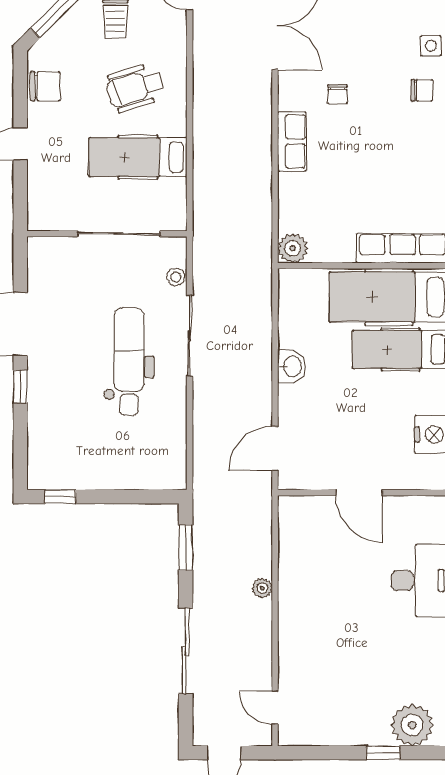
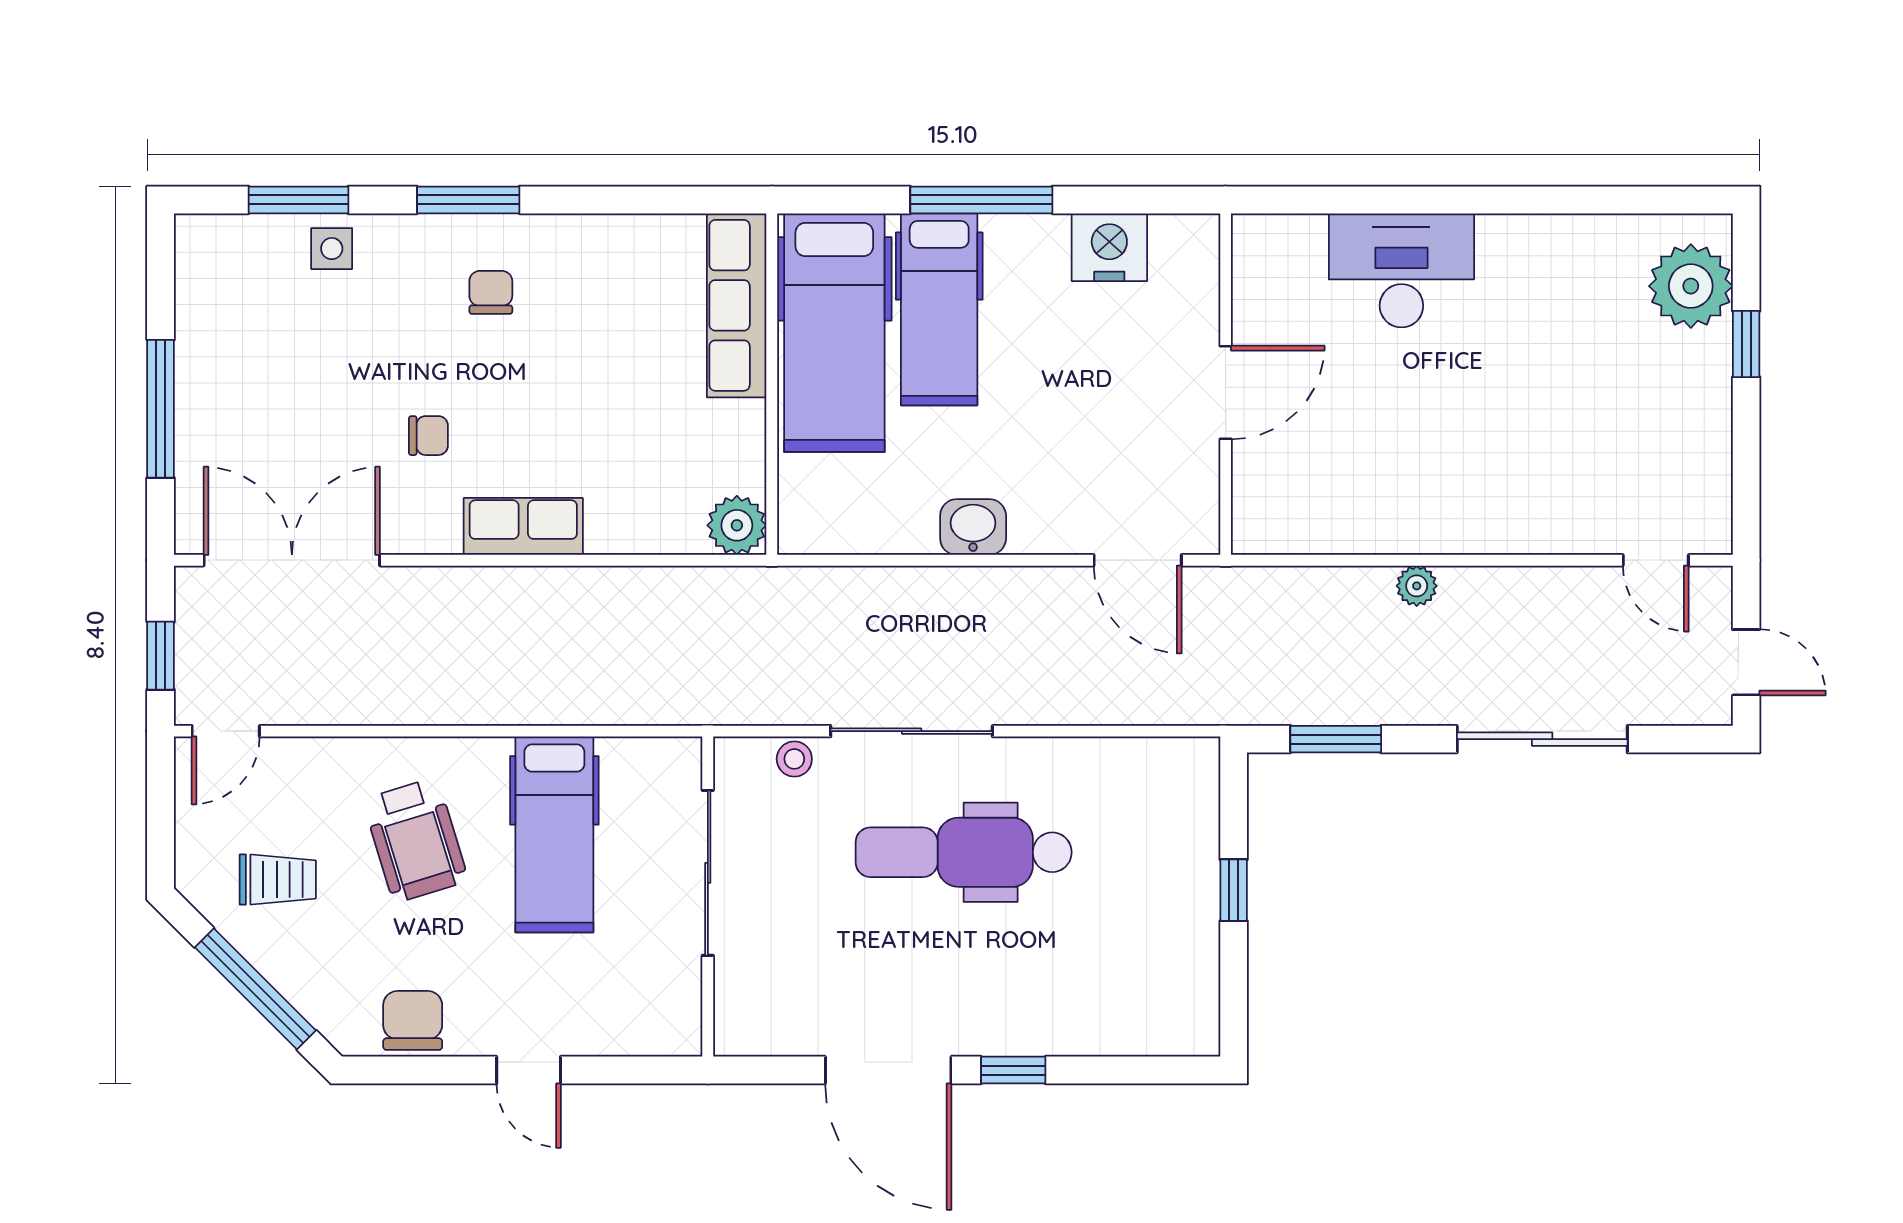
chair: (422, 90) -> (491, 292), moved
window: (60, 497) -> (1234, 890), moved
door: (275, 708) -> (1656, 560), hinge flipped

